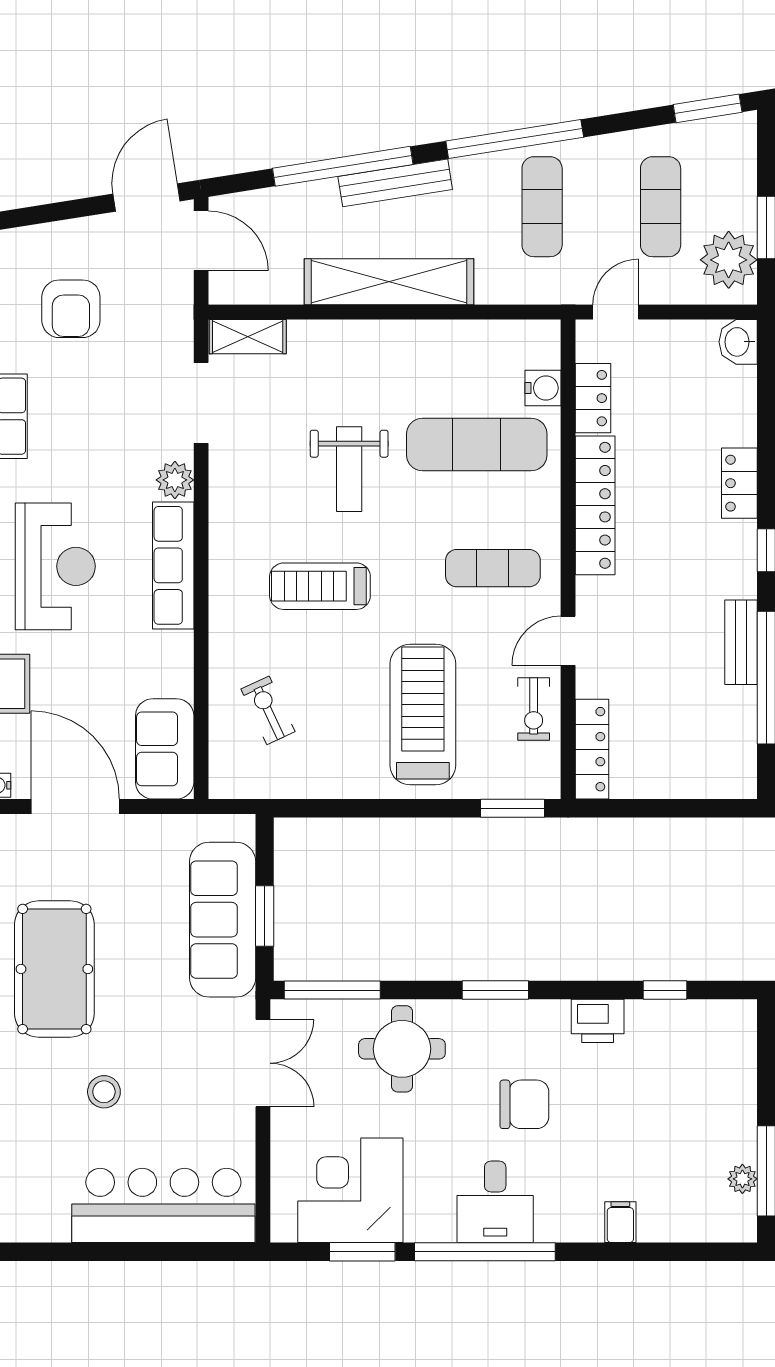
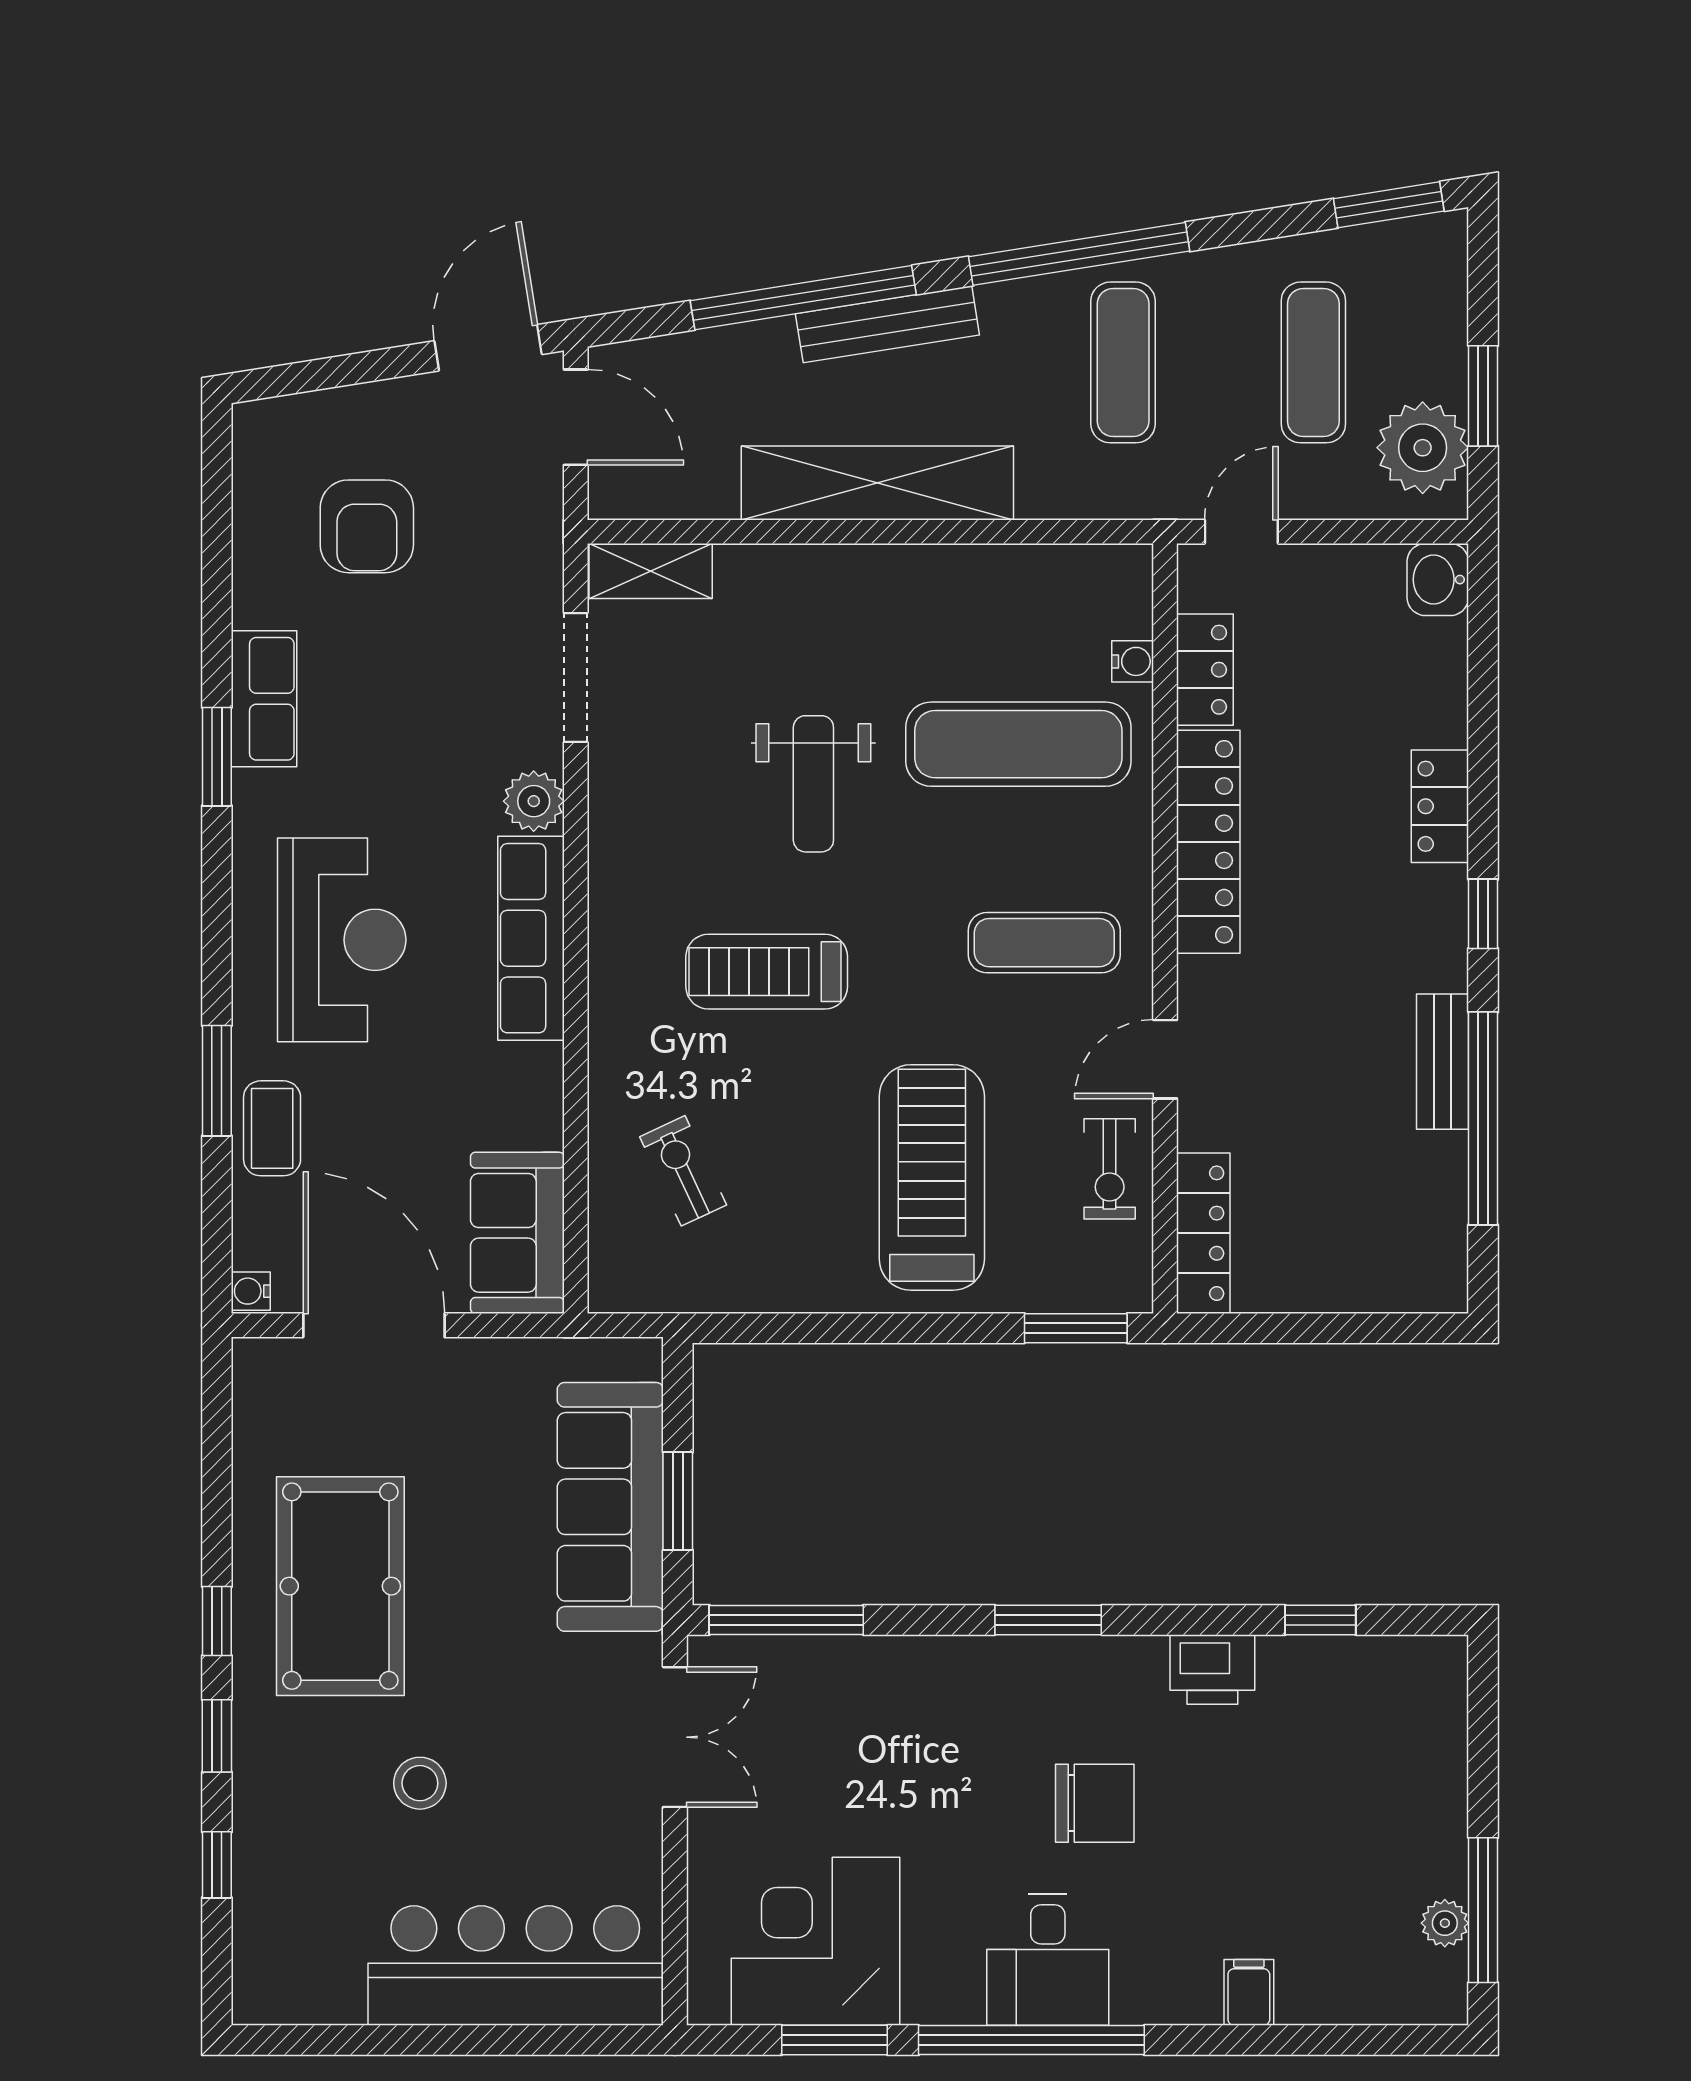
water cooler: (543, 388) -> (1133, 661), width x0.72, depth x0.72
round table: (402, 1049) -> (898, 1714), removed

